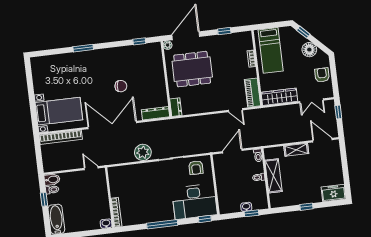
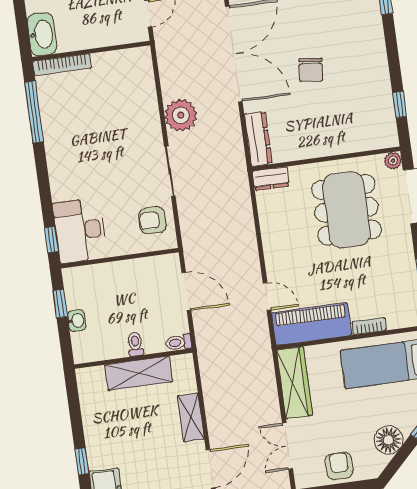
armchair: (322, 75) -> (339, 466), turned -90
piano: (253, 93) -> (312, 324), width x1.37, depth x1.33
door: (235, 110) -> (267, 296), swing flipped
desk: (194, 201) -> (80, 230), width x0.73, depth x0.77
window: (306, 207) -> (82, 461), moved
window: (252, 213) -> (60, 304), moved
washbasin: (106, 224) -> (42, 34), width x1.91, depth x1.45
window: (162, 224) -> (34, 112), moved

